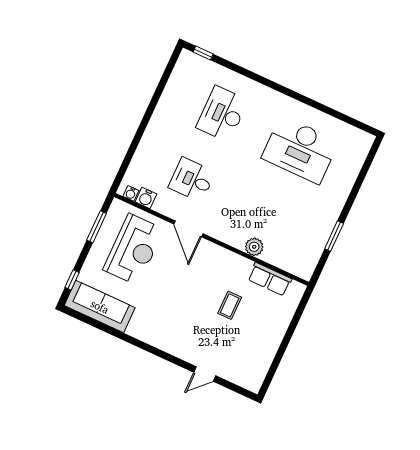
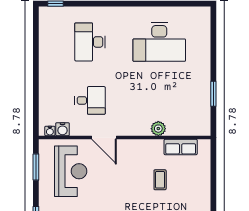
desk: (192, 180) -> (90, 100), turned 180

